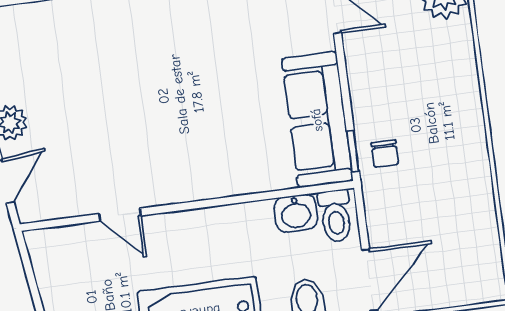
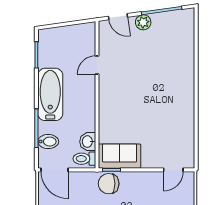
sofa: (317, 120) -> (120, 156), width x0.73
chair: (385, 154) -> (109, 184), width x1.87, depth x1.87

